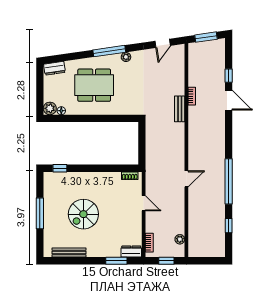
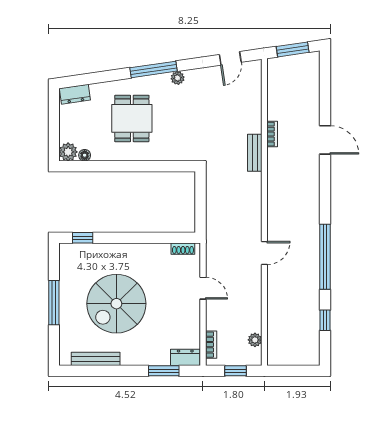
window: (229, 76) -> (325, 105), removed
dining table: (94, 85) -> (132, 118), width x0.73
spiral stairs: (83, 214) -> (116, 304), width x1.37, depth x1.37

